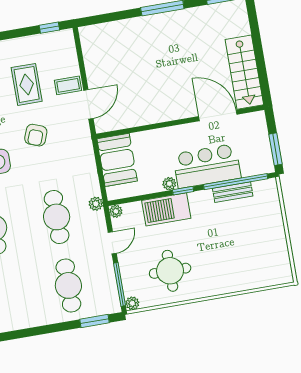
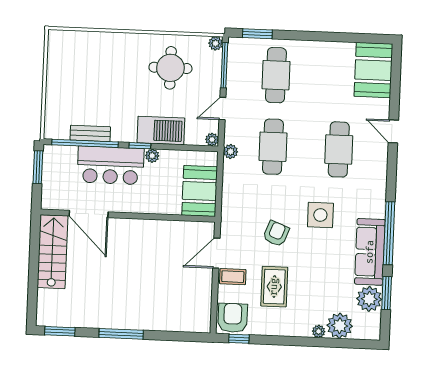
armchair: (60, 46) -> (233, 318), added

